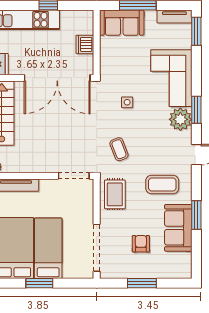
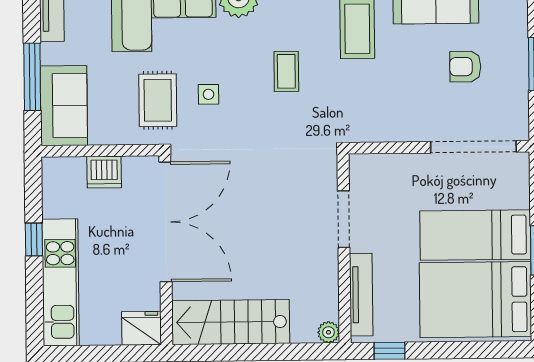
coffee table: (119, 149) -> (286, 71), moved, turned -69
doorway: (74, 176) -> (344, 219), moved
rug: (115, 194) -> (158, 100), moved, turned 90

